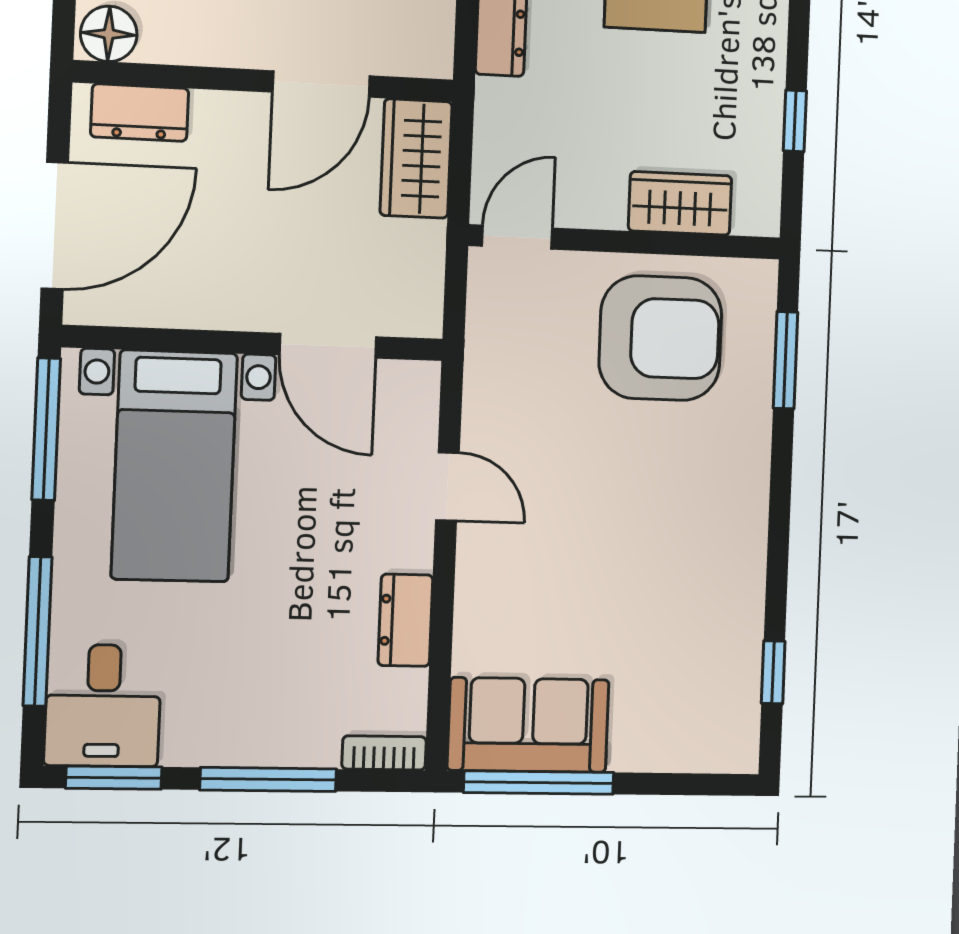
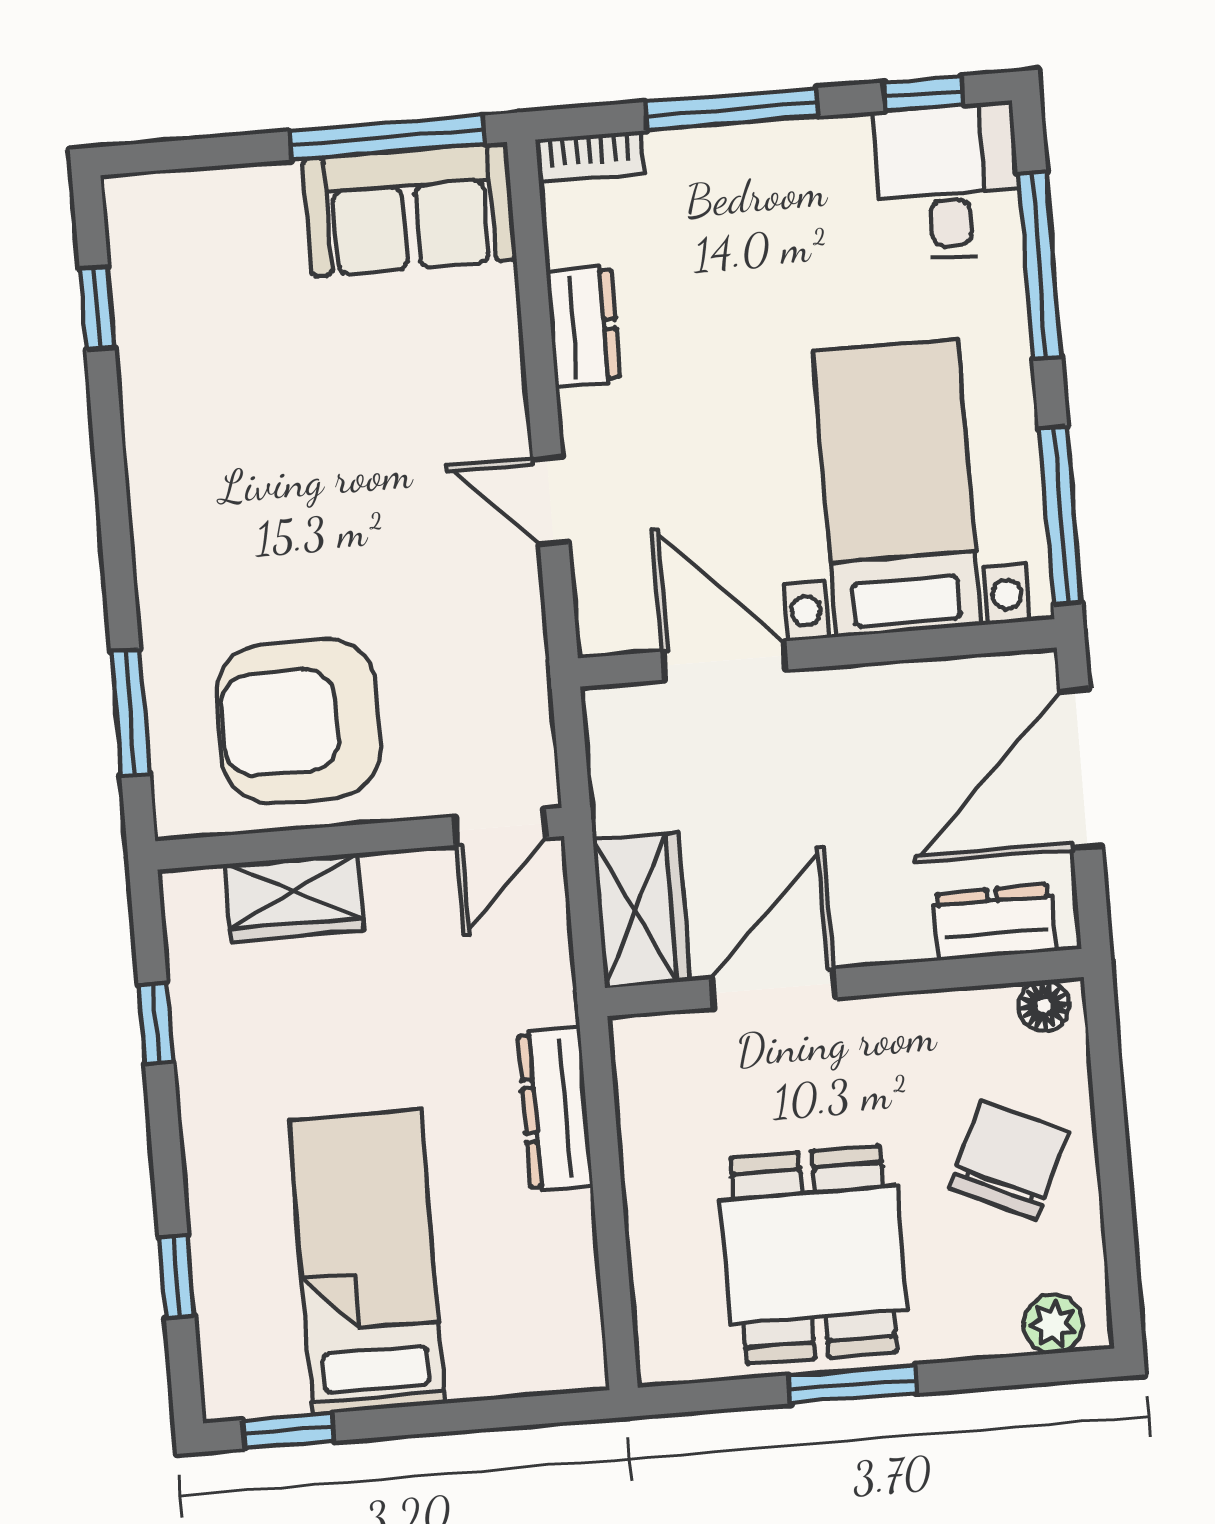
floor lamp: (109, 34) -> (1044, 1006), width x0.73, depth x0.73
window: (114, 778) -> (924, 93), width x0.67

